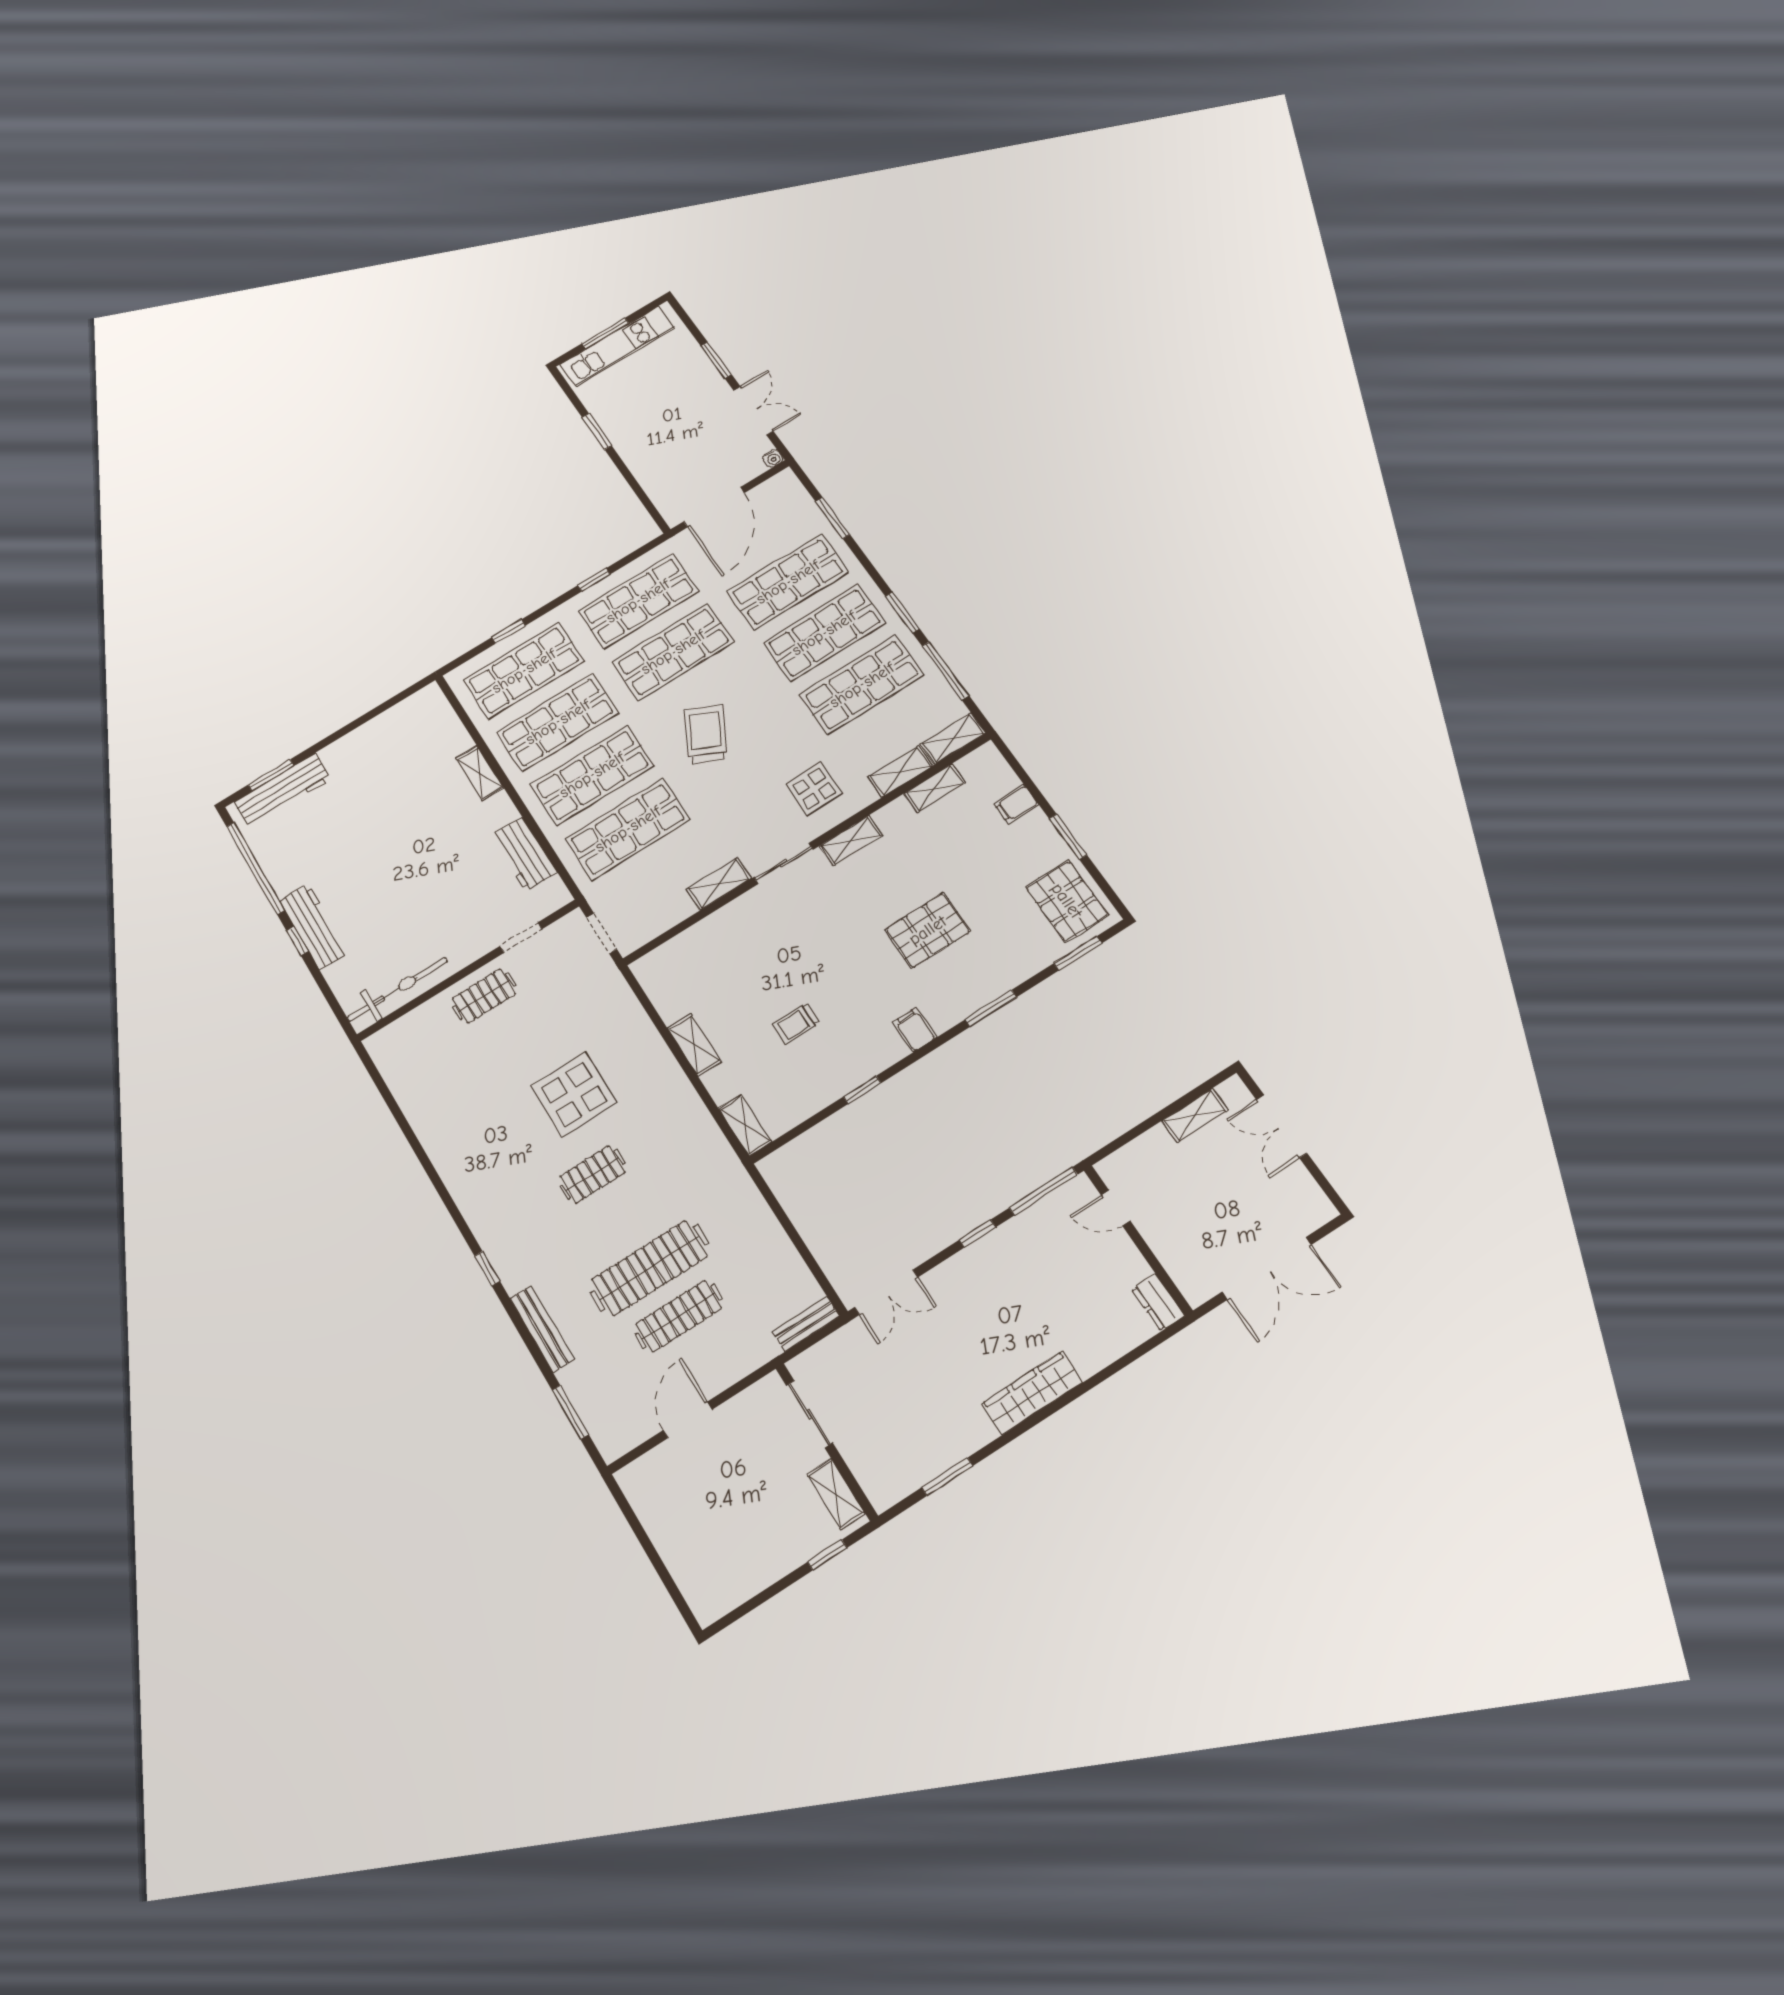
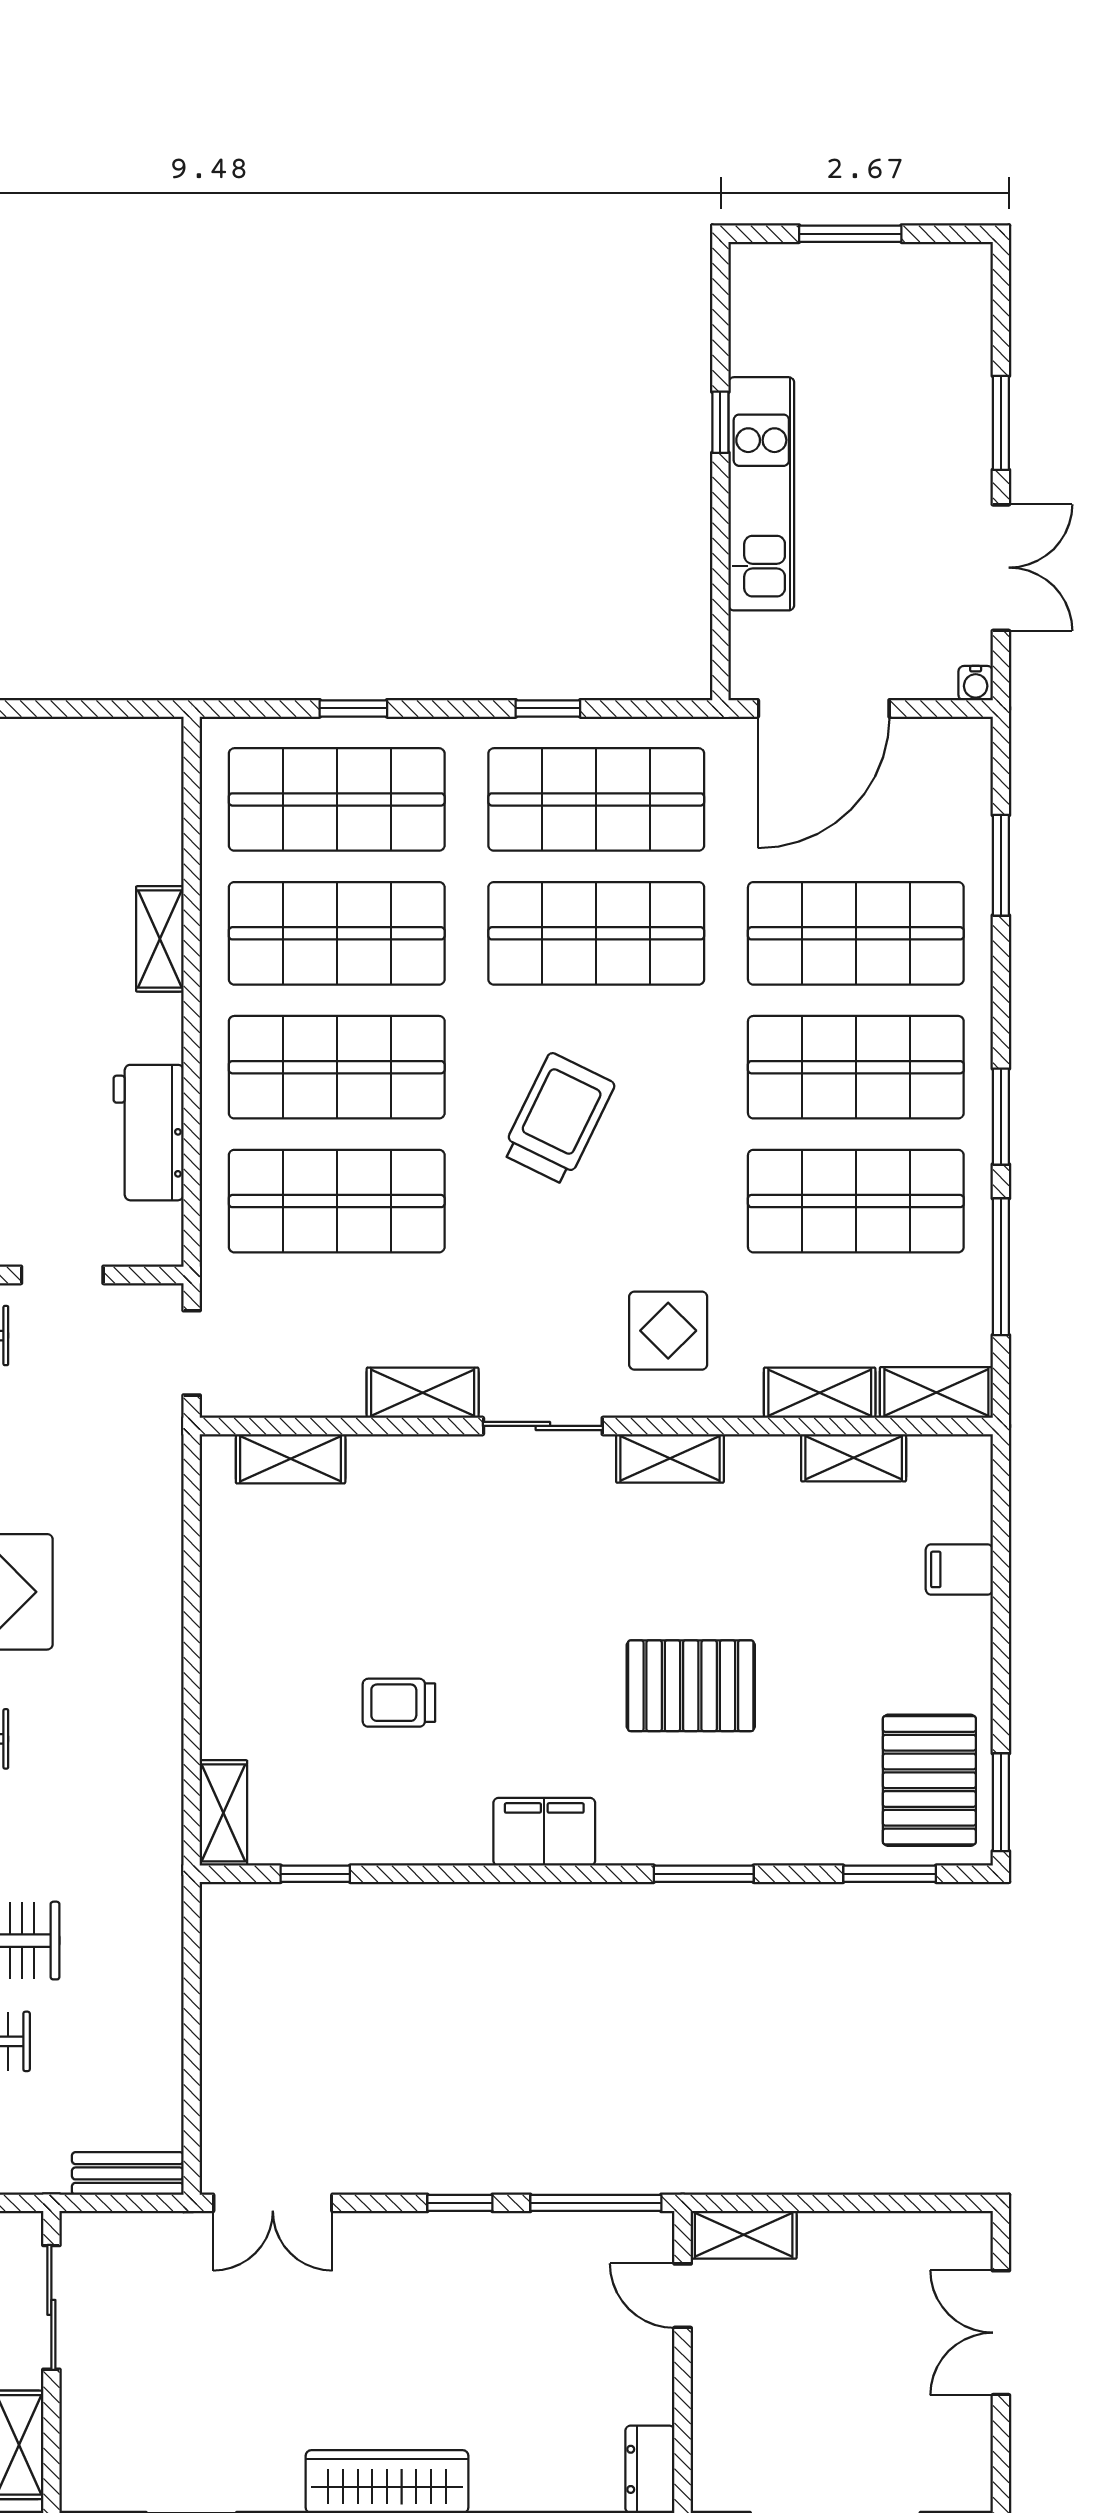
kitchen unit: (617, 346) -> (761, 494), moved, turned -90
window: (597, 431) -> (720, 422), width x0.67
window: (1068, 837) -> (1001, 1802), moved
filing cabinet: (915, 1030) -> (544, 1832), width x2.00
shelving: (694, 1045) -> (291, 1459), moved, turned 90
window: (862, 1090) -> (315, 1874), moved
shelving: (1195, 1115) -> (744, 2235), moved

